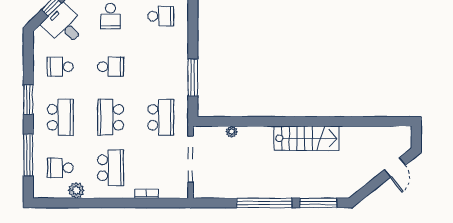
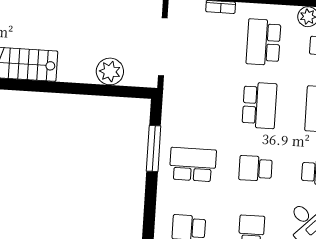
school desk: (161, 117) -> (193, 164), moved, turned 90
plant: (232, 132) -> (110, 71), width x1.88, depth x1.88

